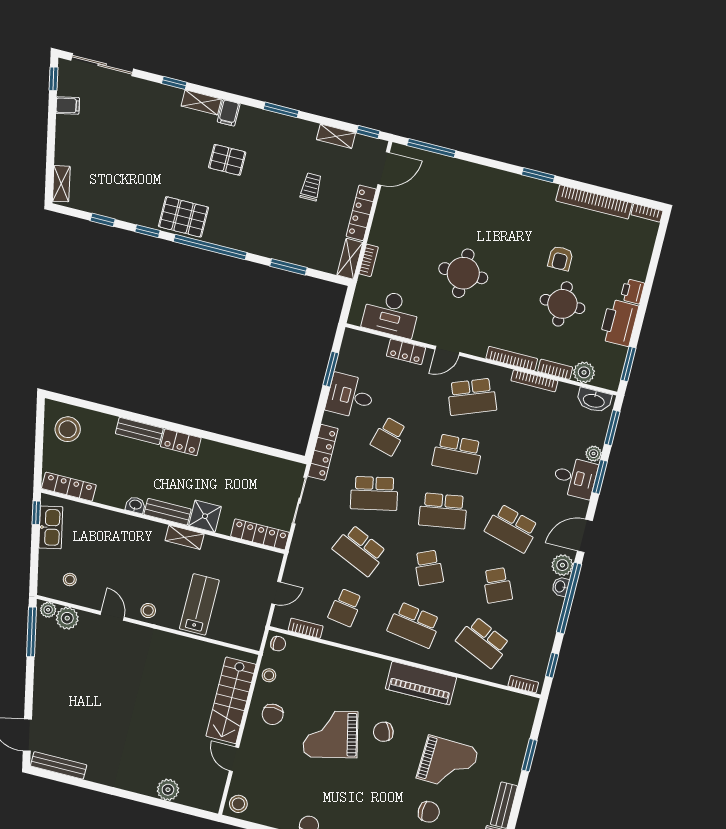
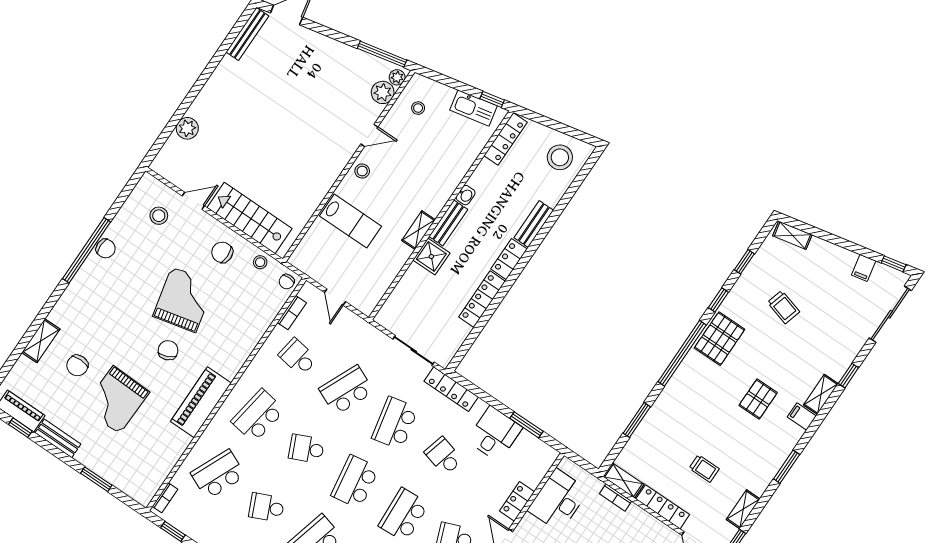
trolley: (132, 167) -> (784, 307), added
locker: (260, 534) -> (482, 299), moved, turned 180
stool: (238, 804) -> (159, 216), moved

